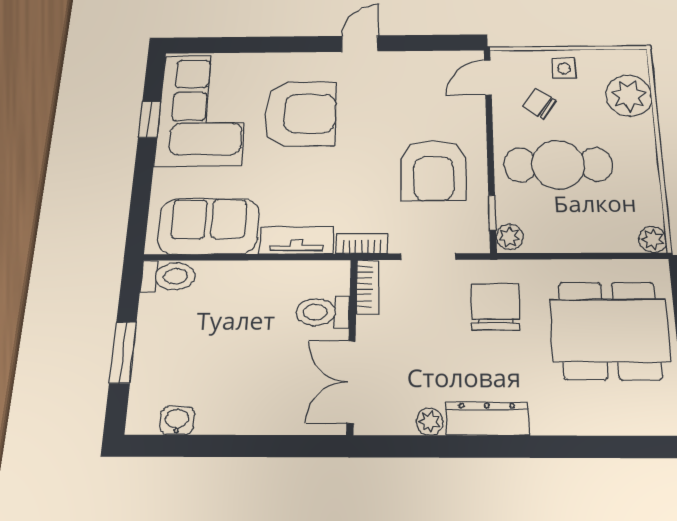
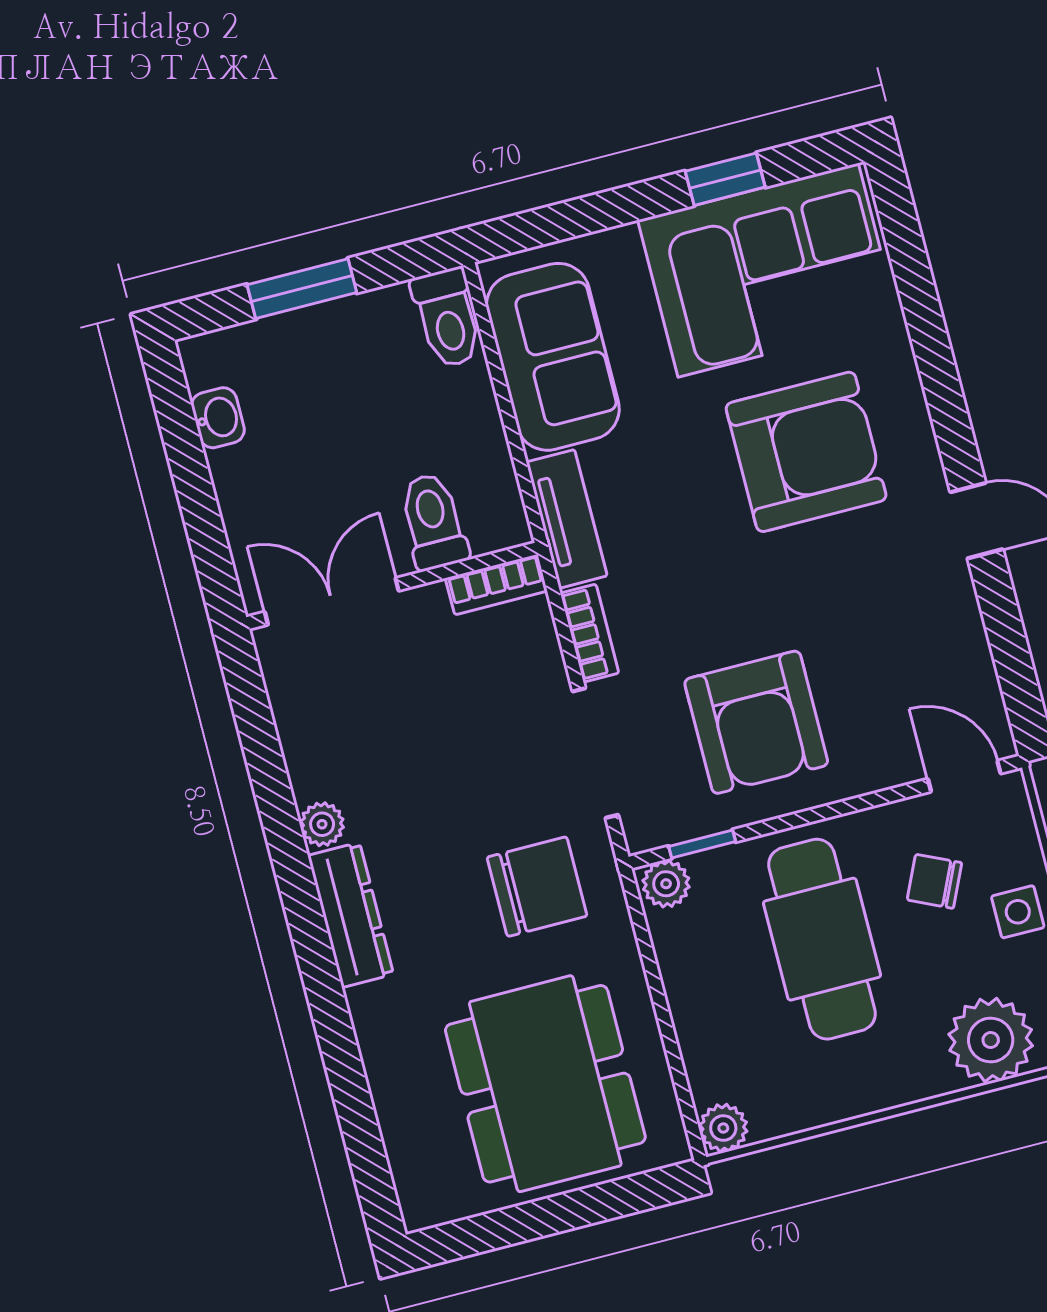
chair: (539, 103) -> (935, 881), turned -100
armchair: (300, 114) -> (806, 452), turned -90
armchair: (433, 170) -> (756, 722), turned -90
doorway: (428, 257) -> (595, 753), width x1.38
bookcase: (368, 286) -> (496, 585), moved
toilet: (323, 312) -> (433, 521), moved
wall: (352, 345) -> (392, 586), moved
double door: (351, 382) -> (332, 601), moved

